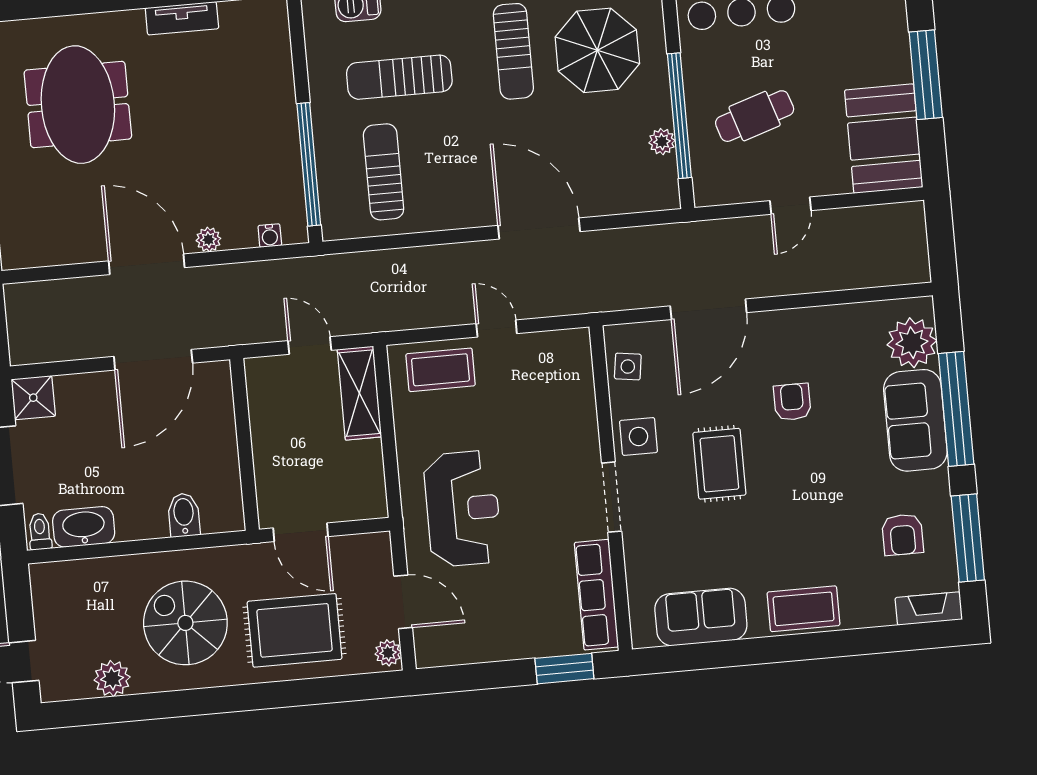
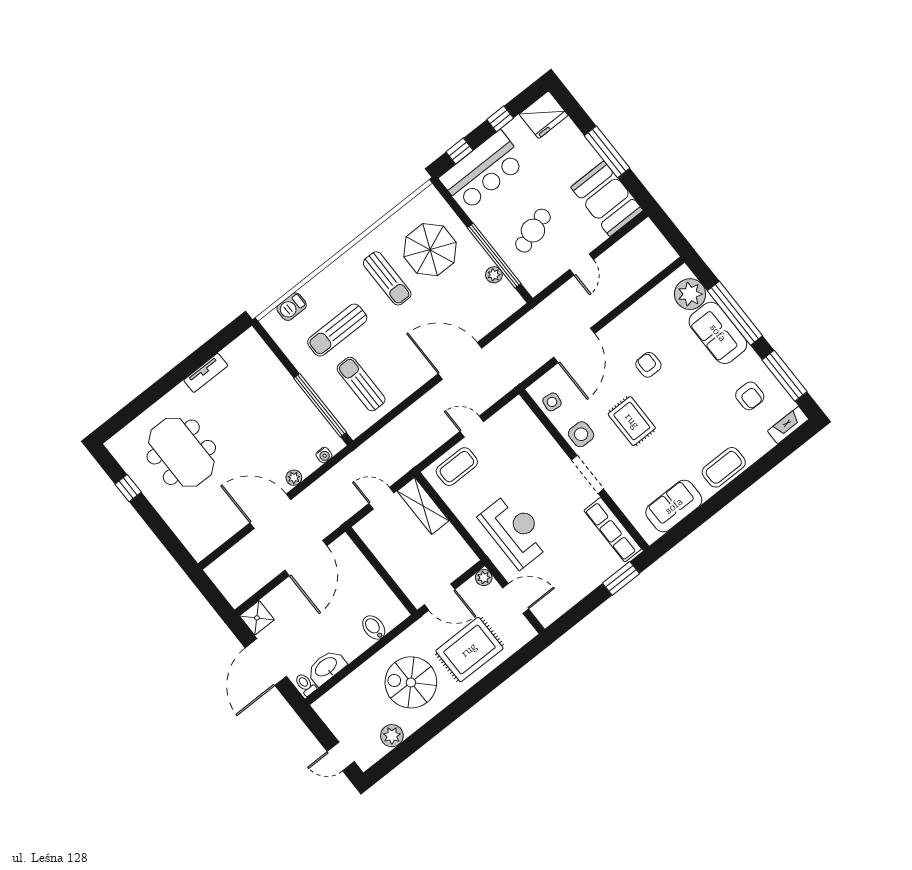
plant: (388, 653) -> (484, 578), moved

